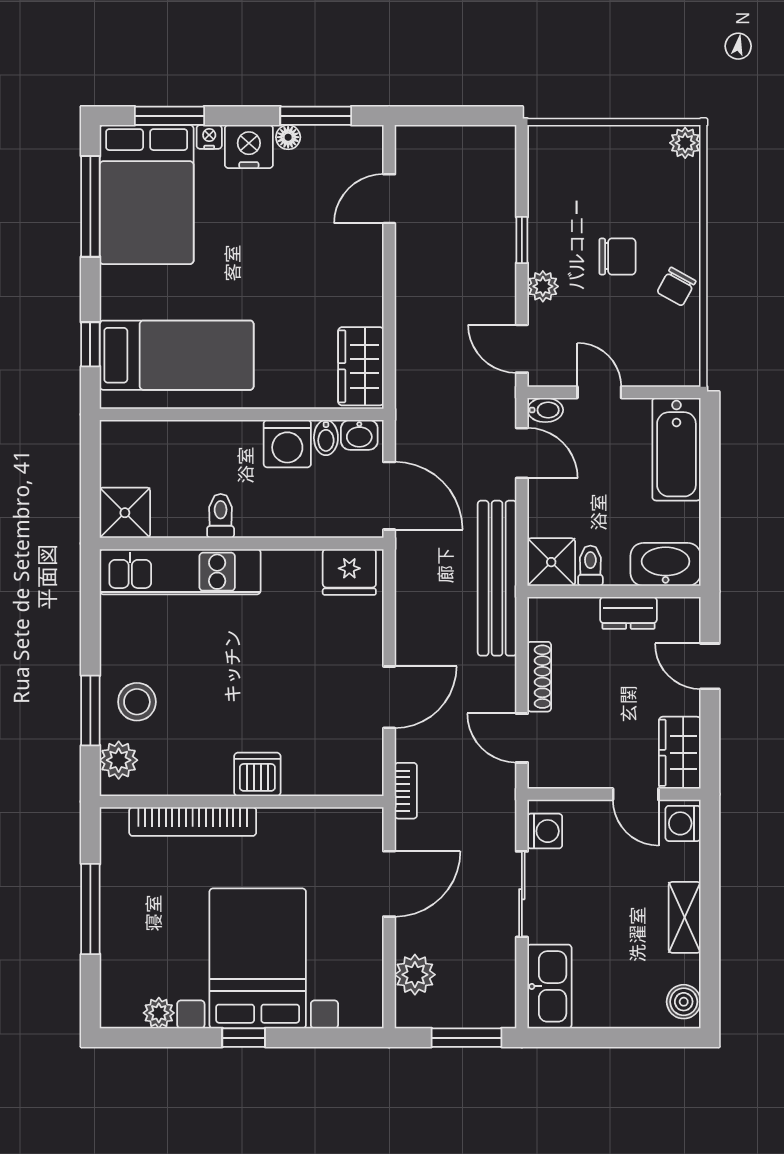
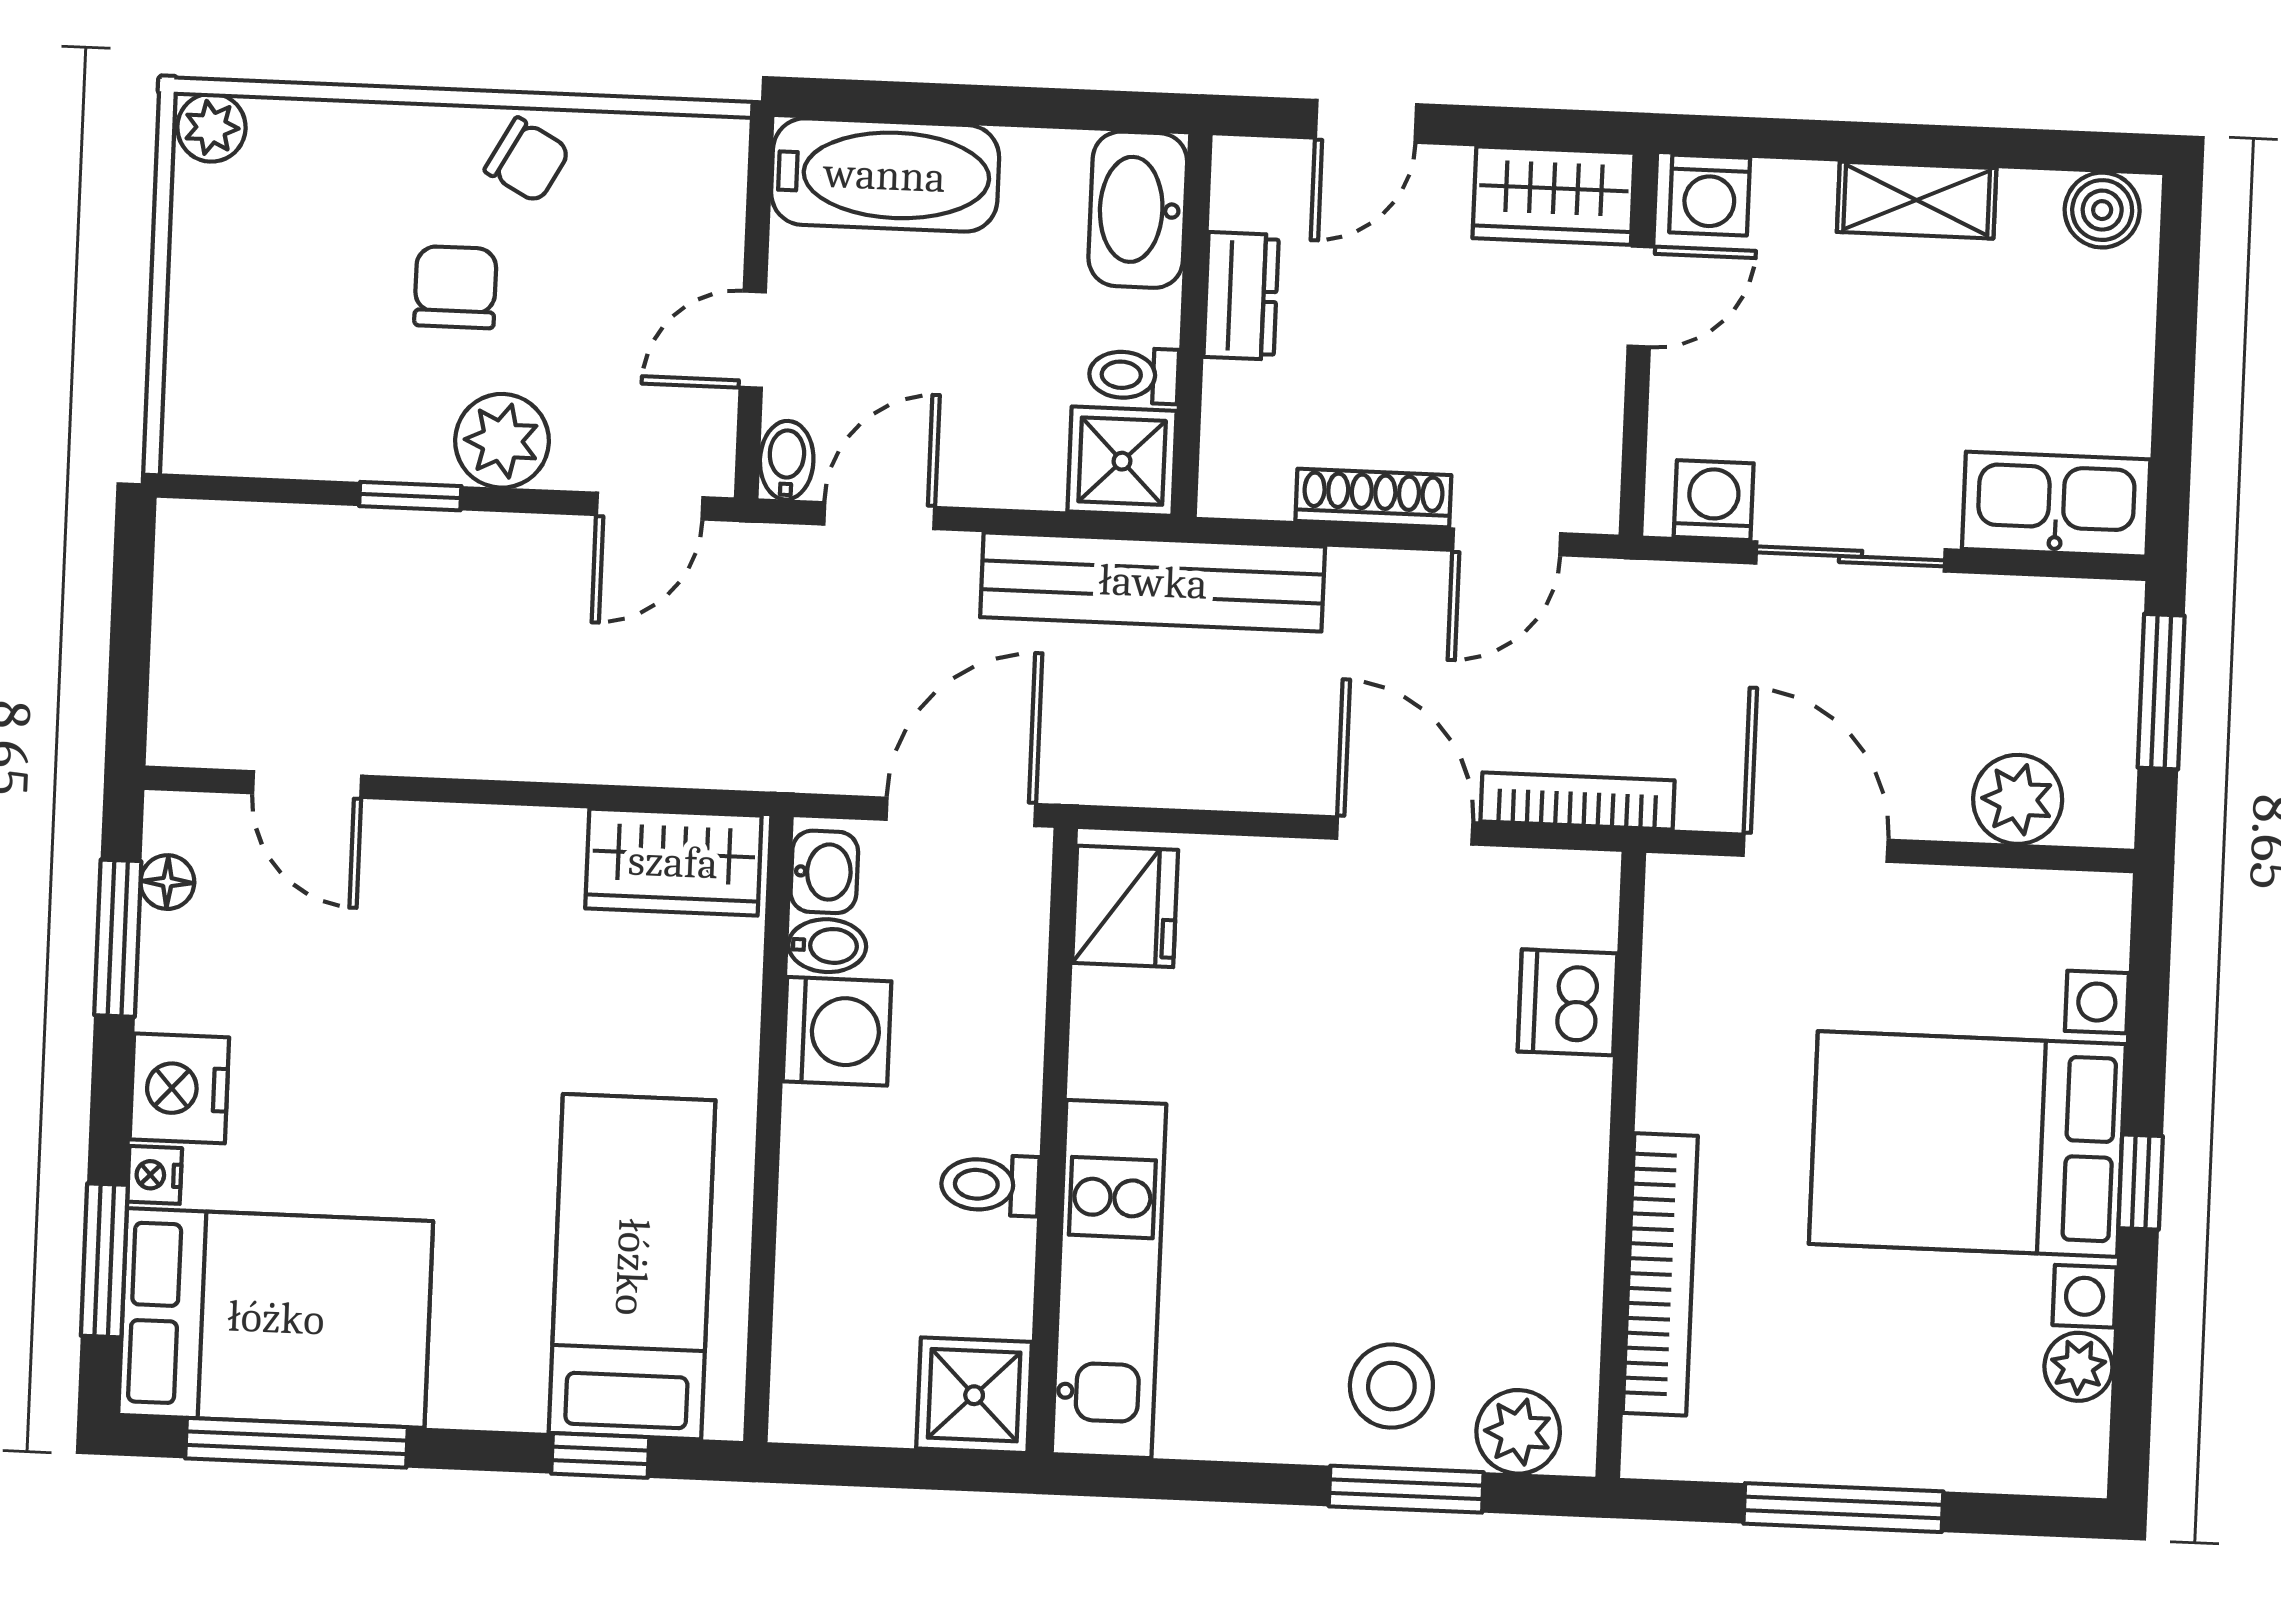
floor lamp: (288, 137) -> (167, 882), moved
plant: (543, 286) -> (502, 441), width x1.38, depth x1.38
dishwasher: (257, 774) -> (1568, 1002), moved
bookcase: (406, 791) -> (1577, 801), width x1.56

